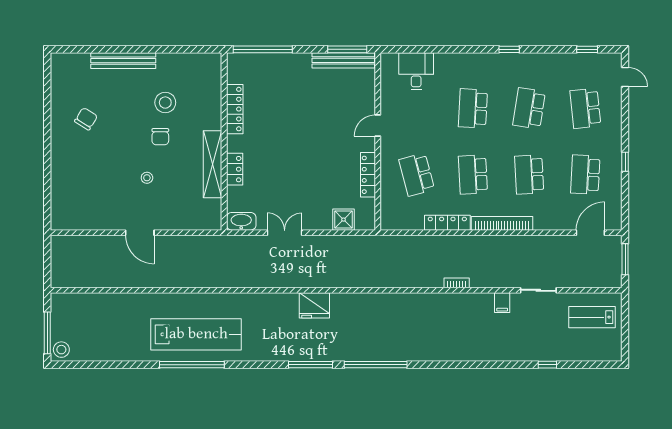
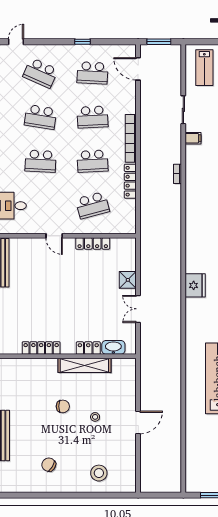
stool: (165, 103) -> (99, 473), moved
school desk: (585, 108) -> (41, 73), turned 30
shower: (344, 220) -> (128, 280), moved
washbasin: (241, 221) -> (113, 347), moved, turned 90

